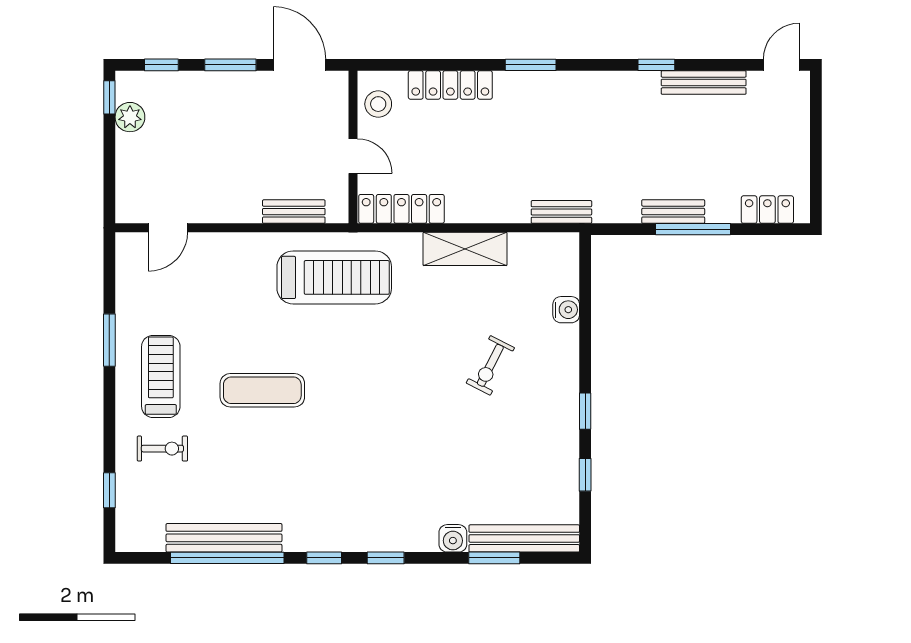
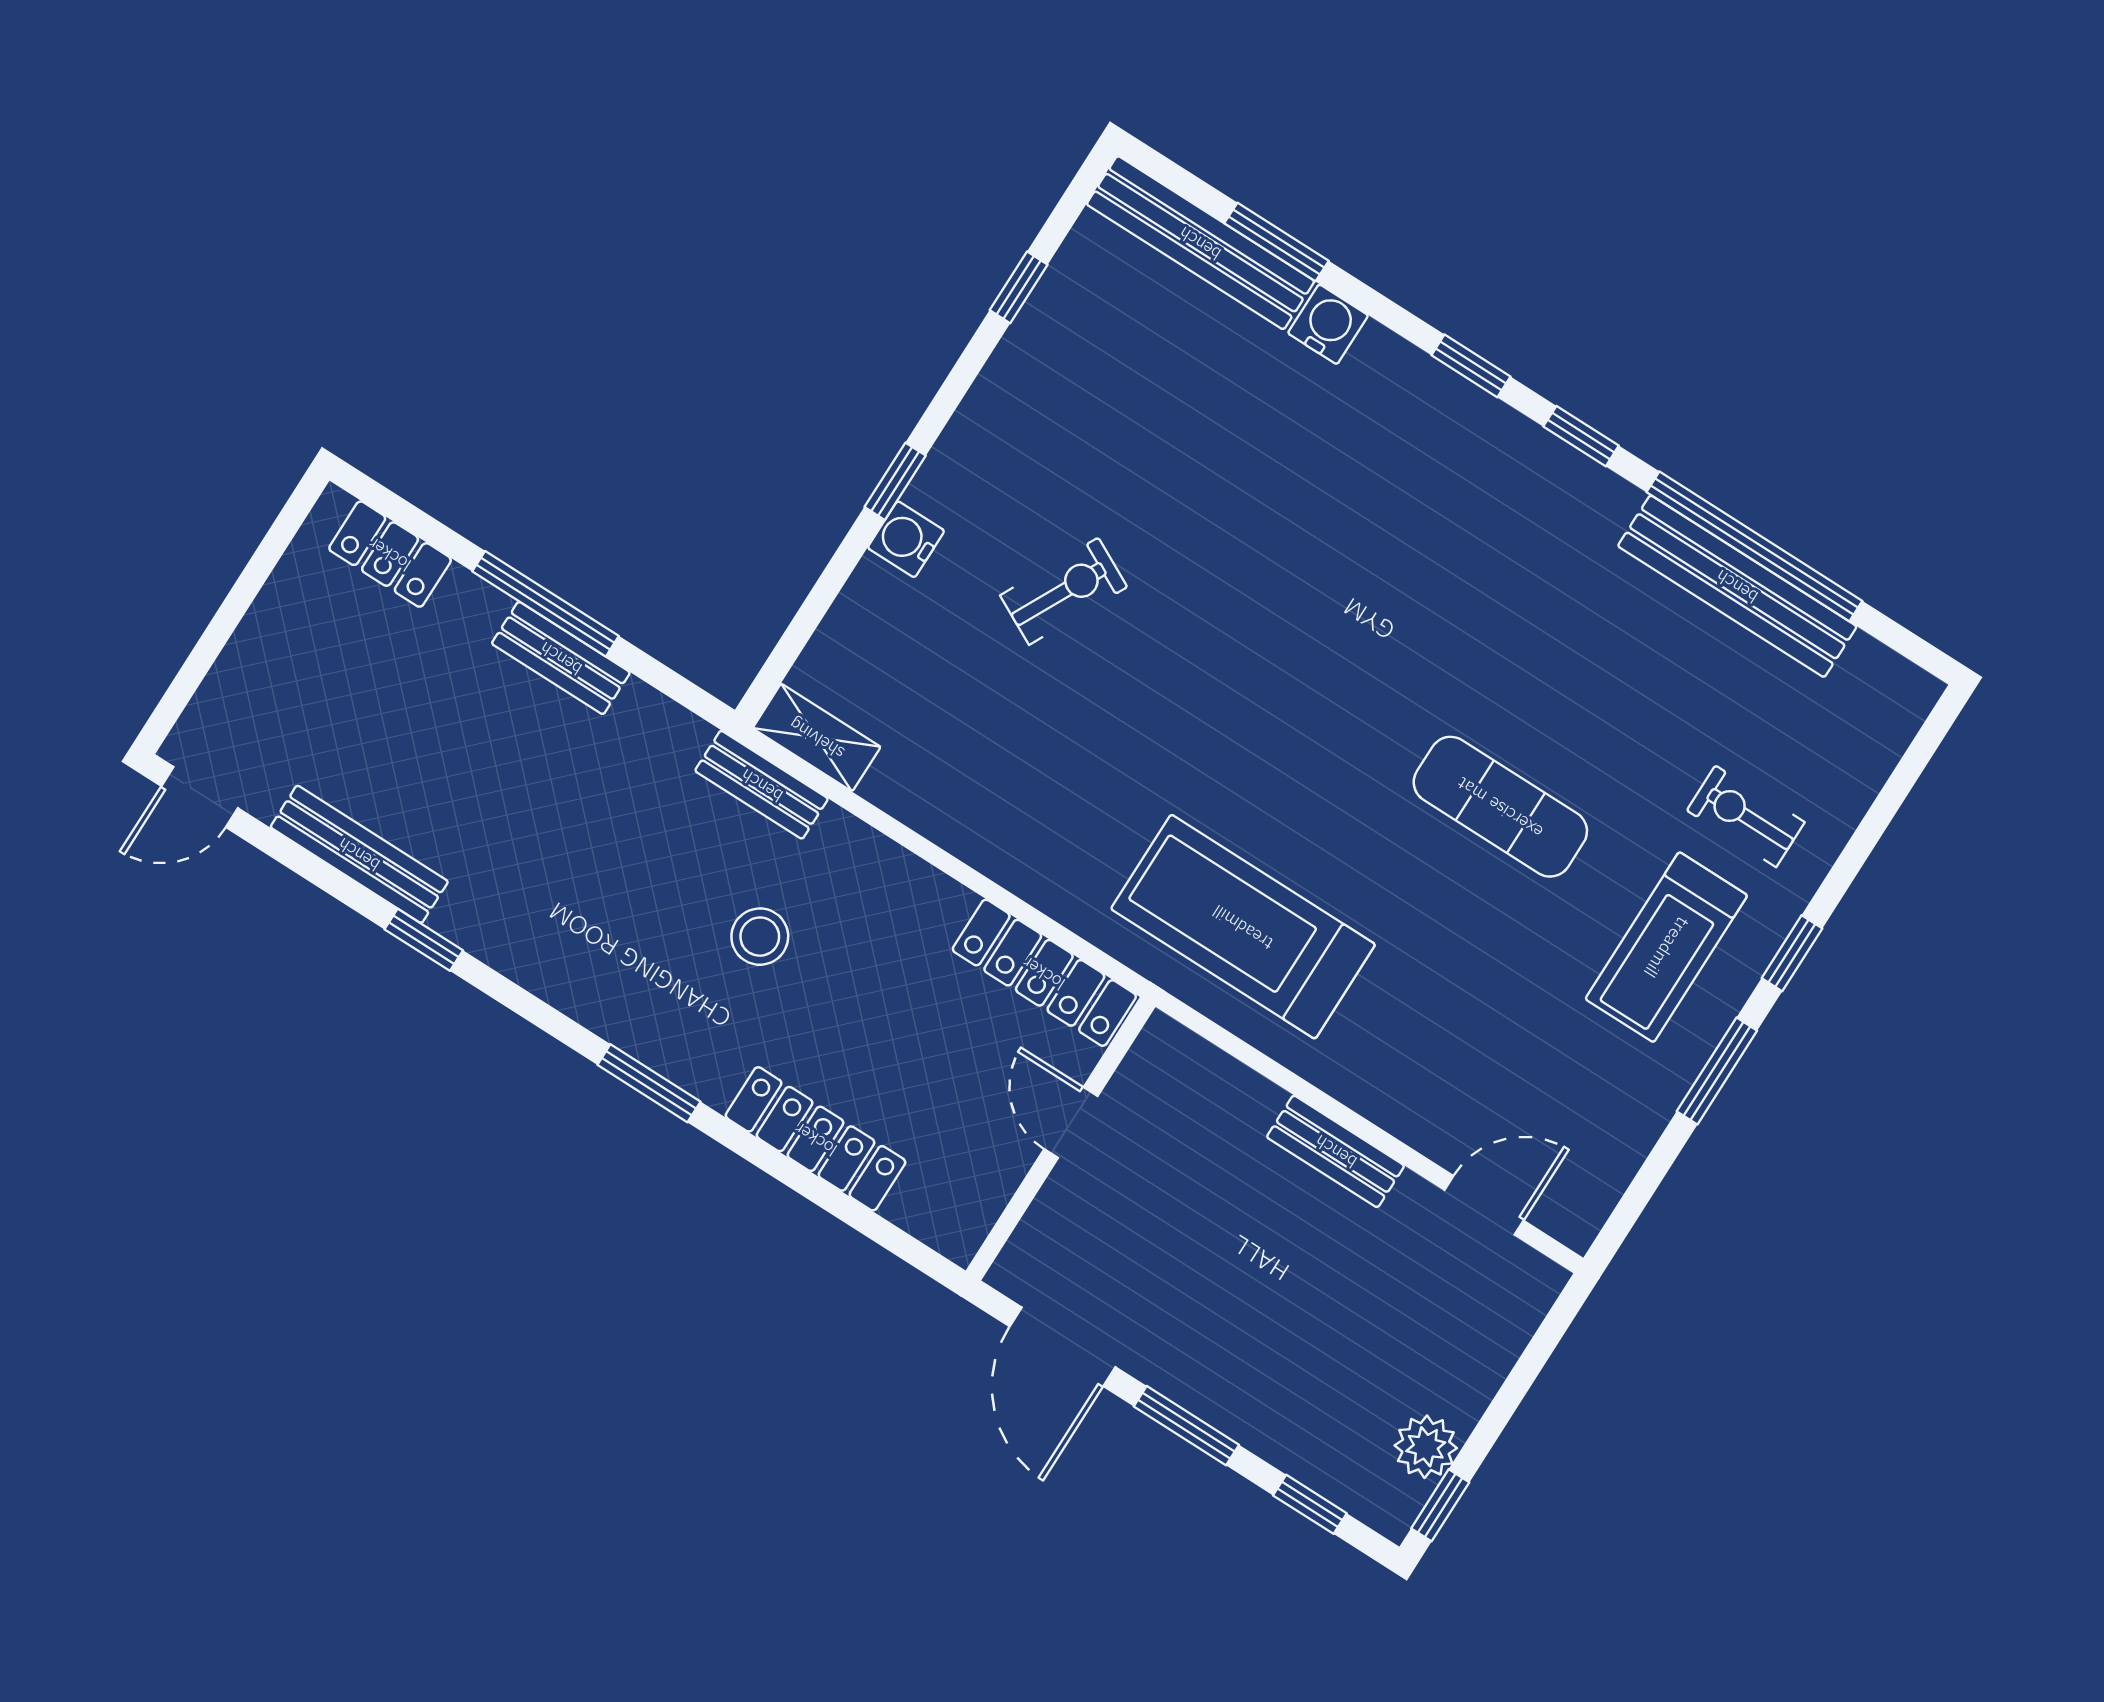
stool: (378, 104) -> (760, 937), moved
bench: (294, 212) -> (1336, 1151), moved
shelving: (465, 249) -> (817, 738), moved, width x0.67, depth x0.75
water cooler: (566, 310) -> (906, 539), moved
window: (585, 411) -> (895, 481), moved
window: (109, 490) -> (1792, 953), moved

